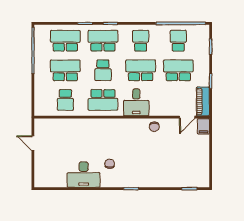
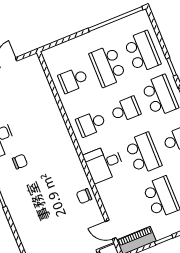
school desk: (65, 70) -> (108, 66), turned 180
school desk: (103, 70) -> (125, 110), turned 180
school desk: (103, 100) -> (91, 124), width x0.54

